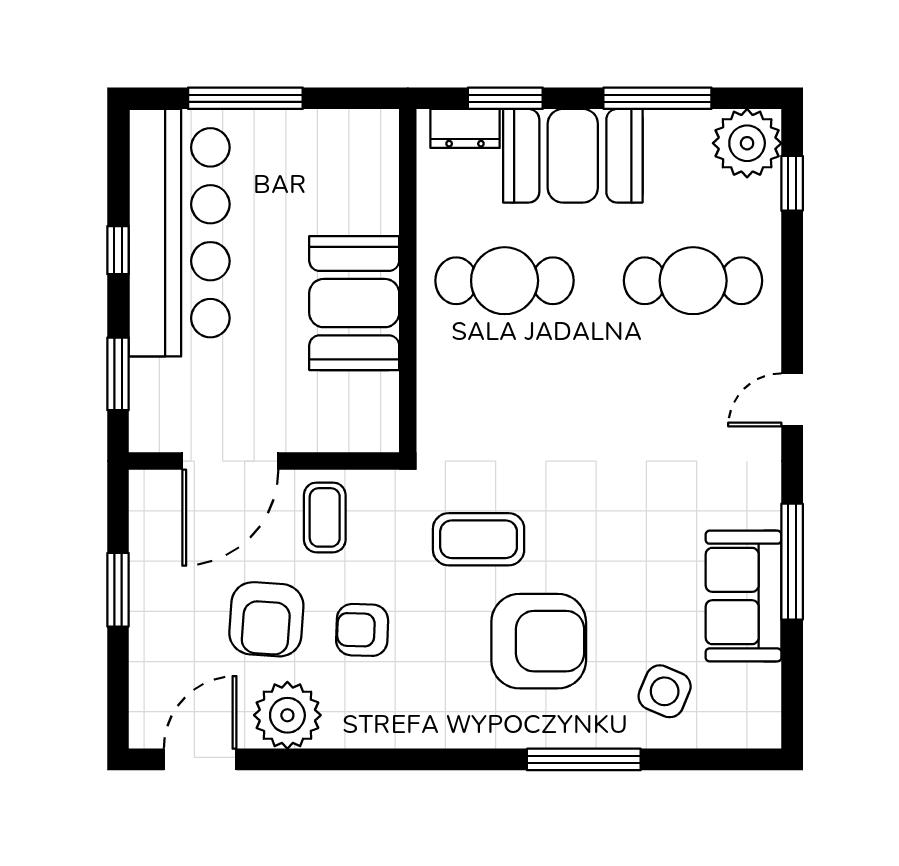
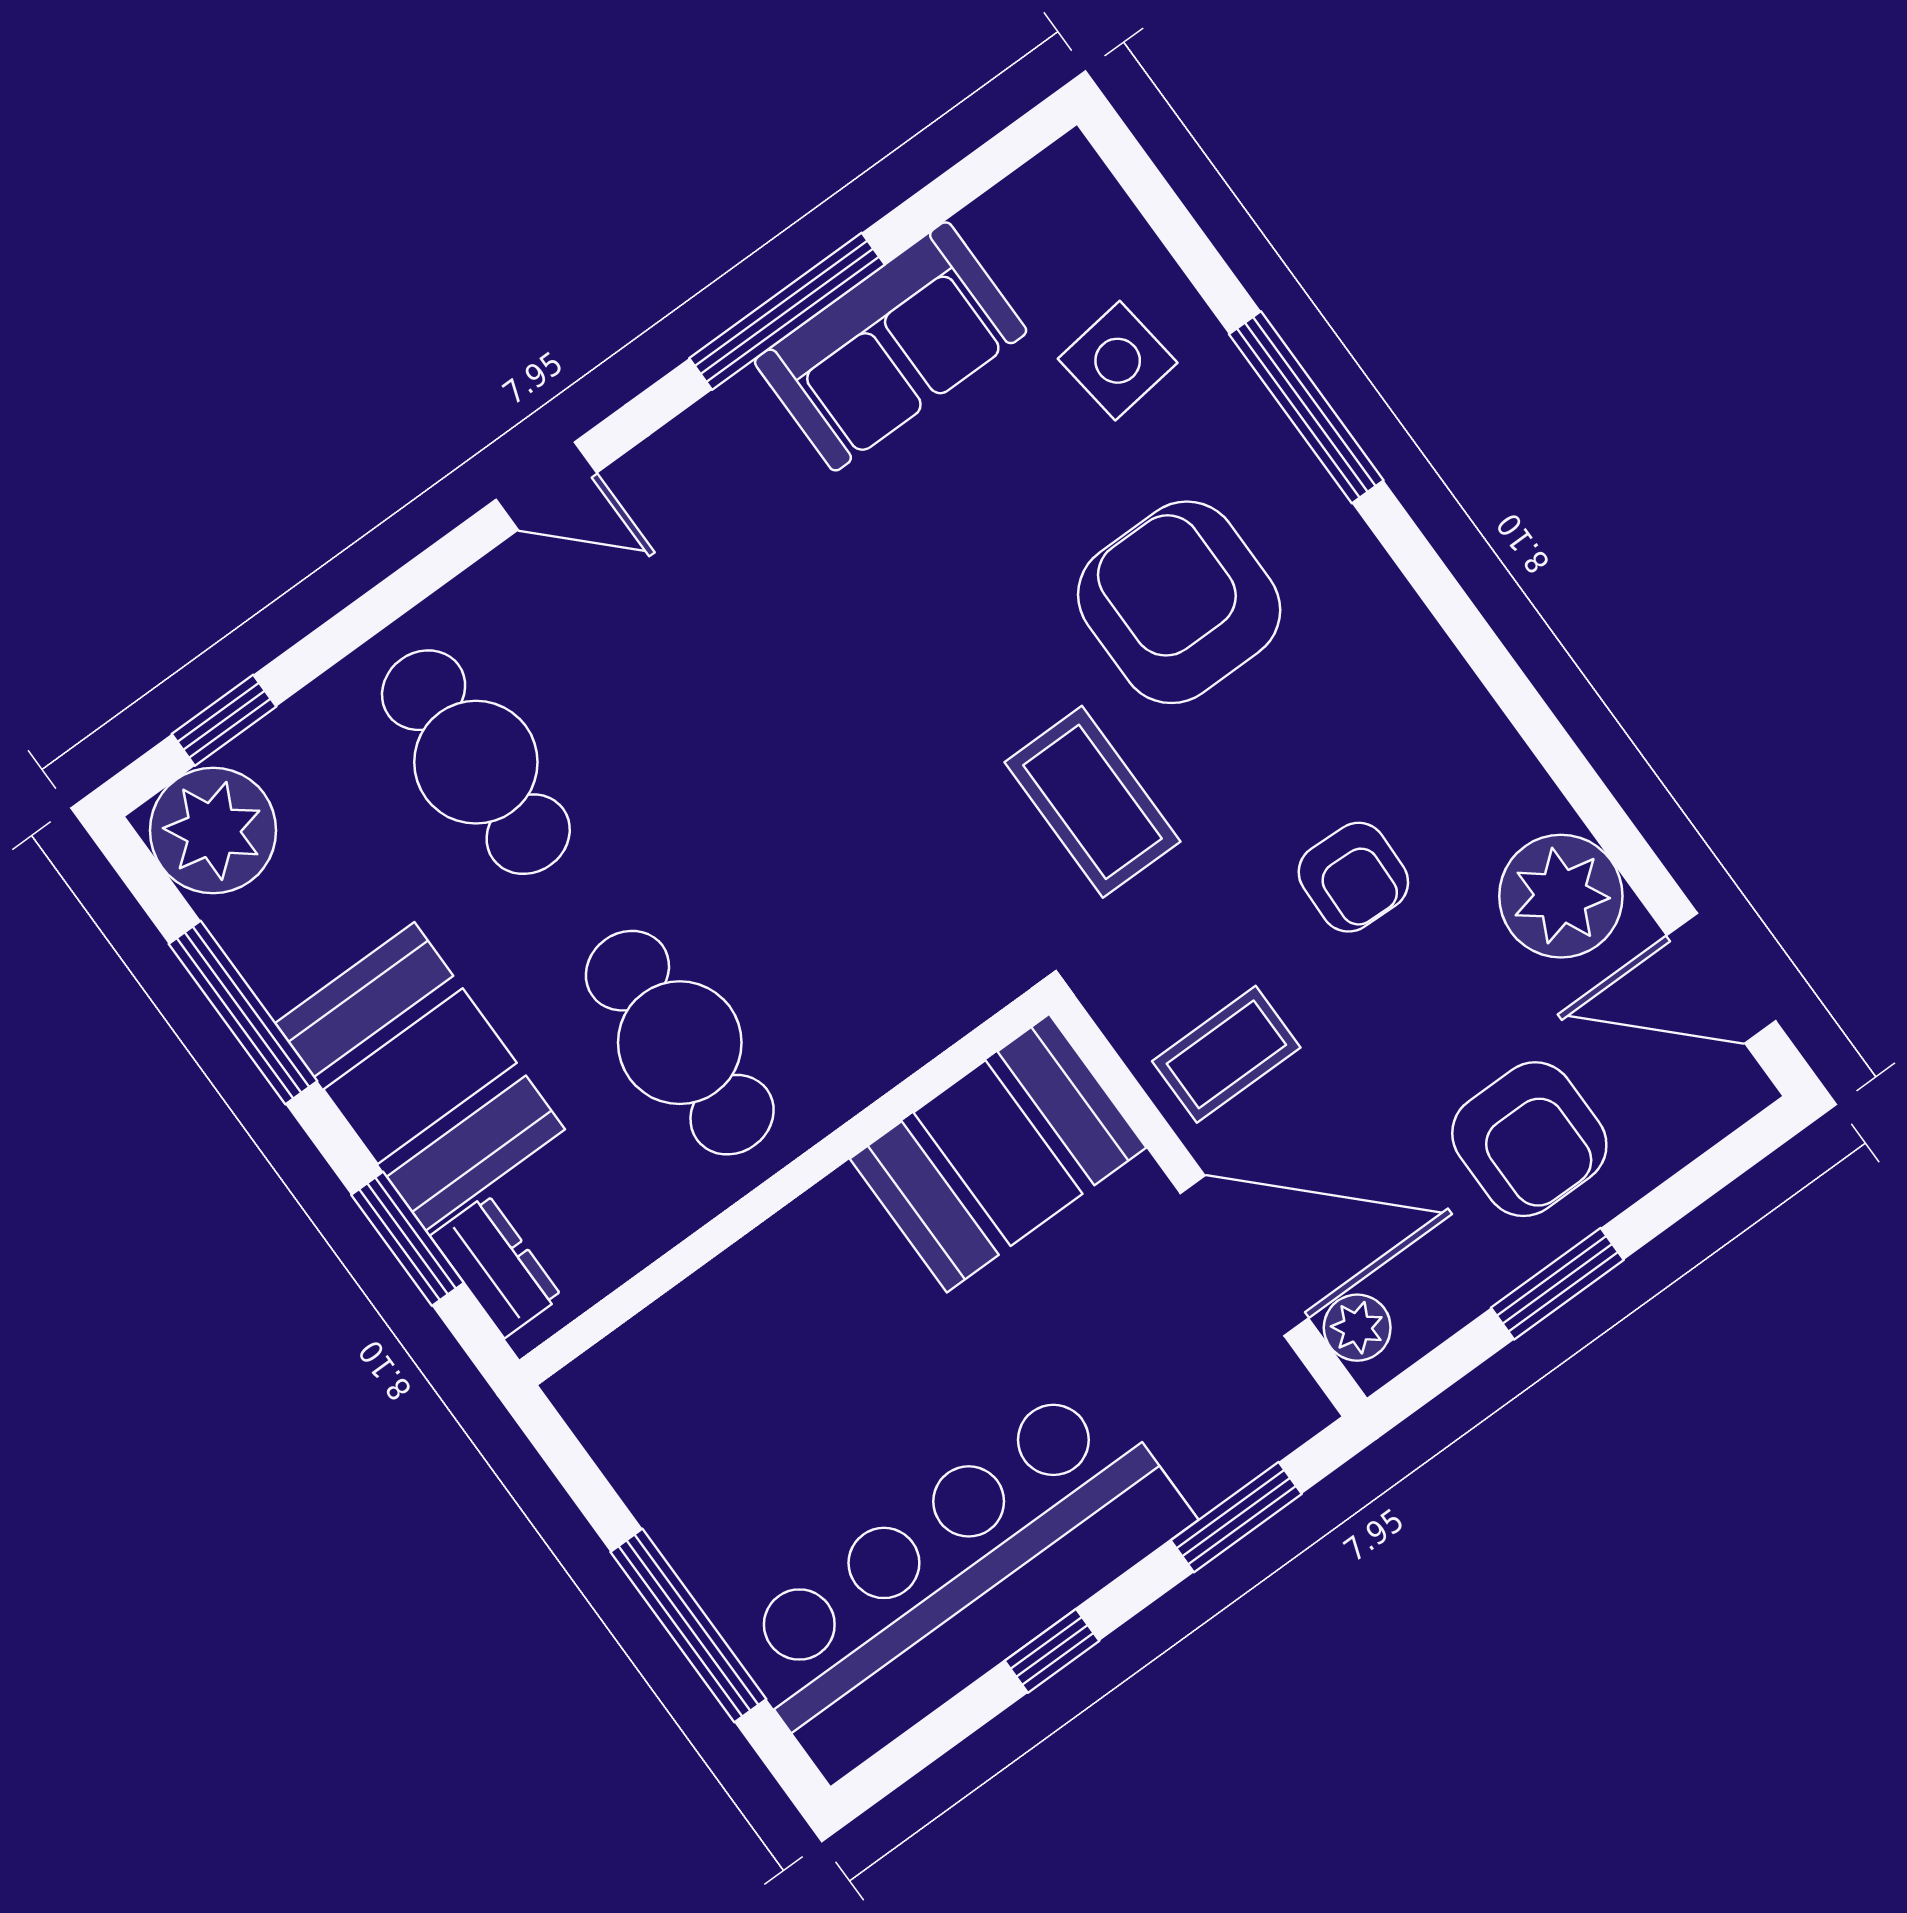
booth: (354, 303) -> (998, 1153), moved
plant: (163, 488) -> (1357, 1328), added
armchair: (266, 619) -> (1529, 1139), moved, turned 86
side table: (665, 691) -> (1118, 361), turned -30

